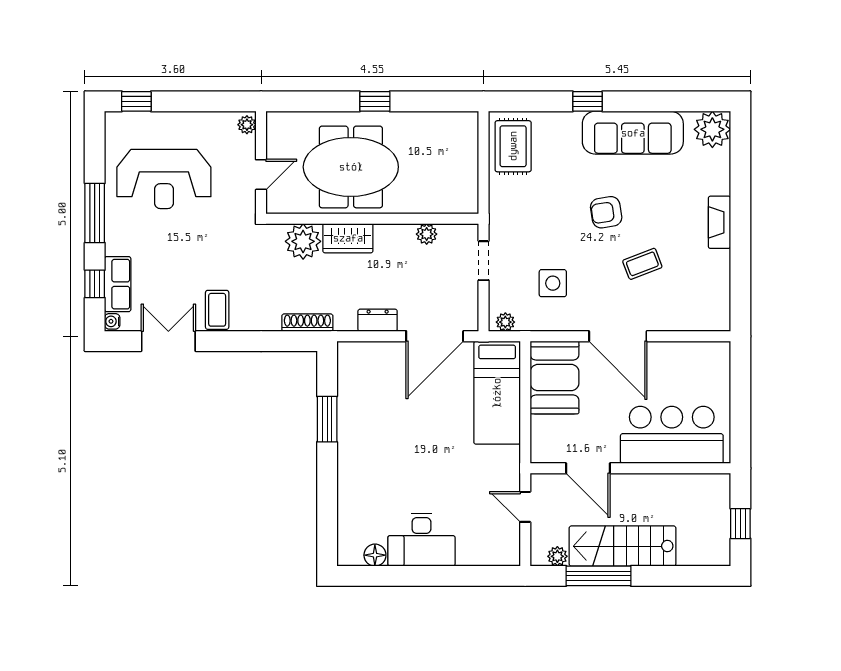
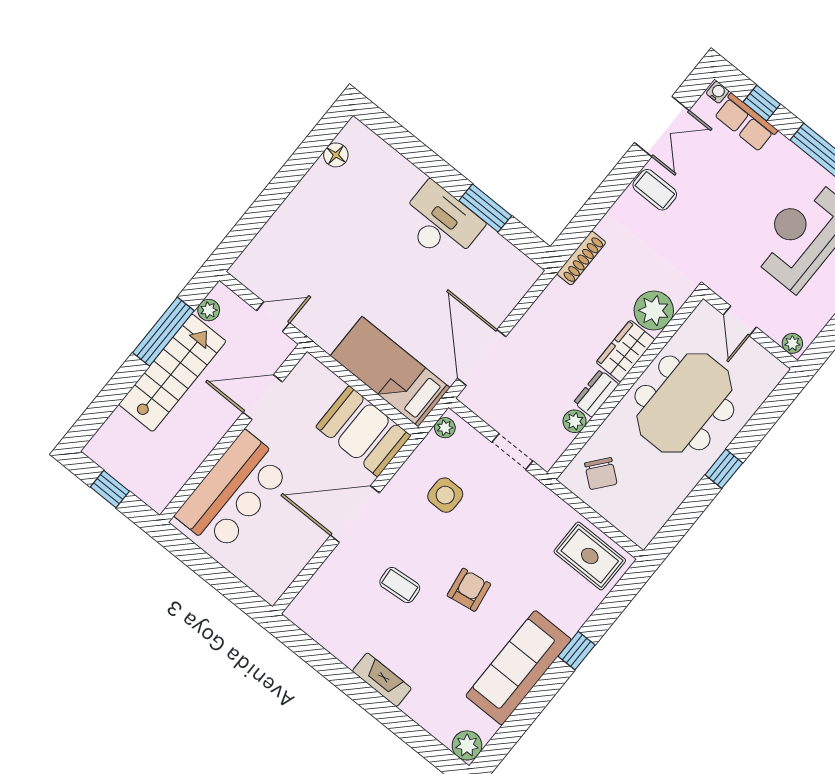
plant: (712, 129) -> (467, 745), width x0.73, depth x0.73
chair: (449, 186) -> (601, 474), added
coffee table: (642, 264) -> (400, 585), turned -74
dresser: (378, 320) -> (596, 393), moved, turned 180
desk: (421, 540) -> (440, 223), moved, turned 90

